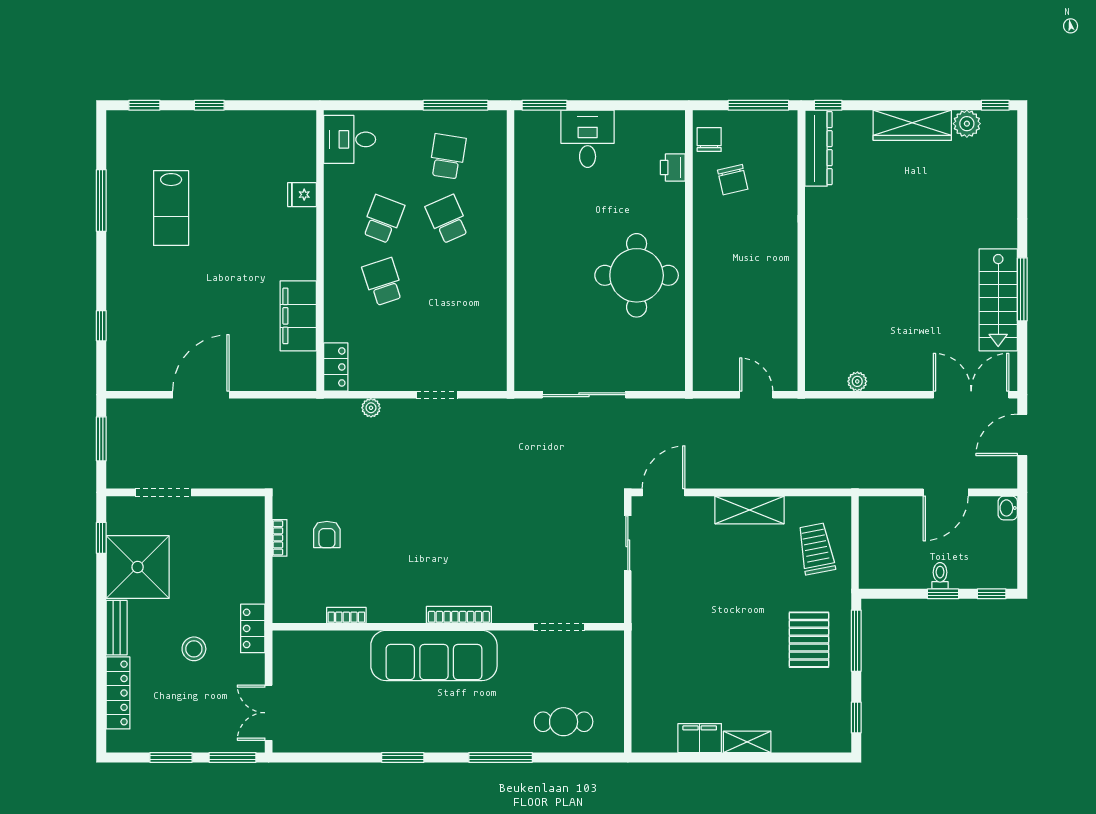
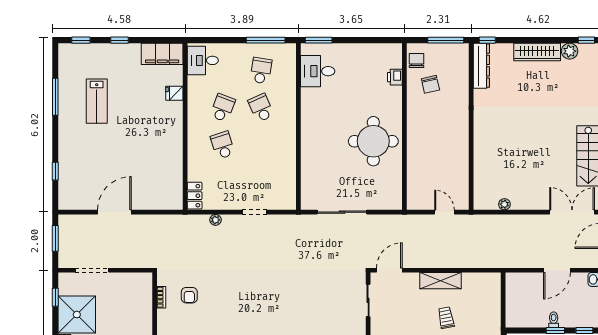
desk: (588, 139) -> (318, 71), moved, turned -90
filing cabinet: (298, 316) -> (162, 54), moved, turned -90
trolley: (816, 549) -> (446, 318), moved, width x0.73, depth x0.72

